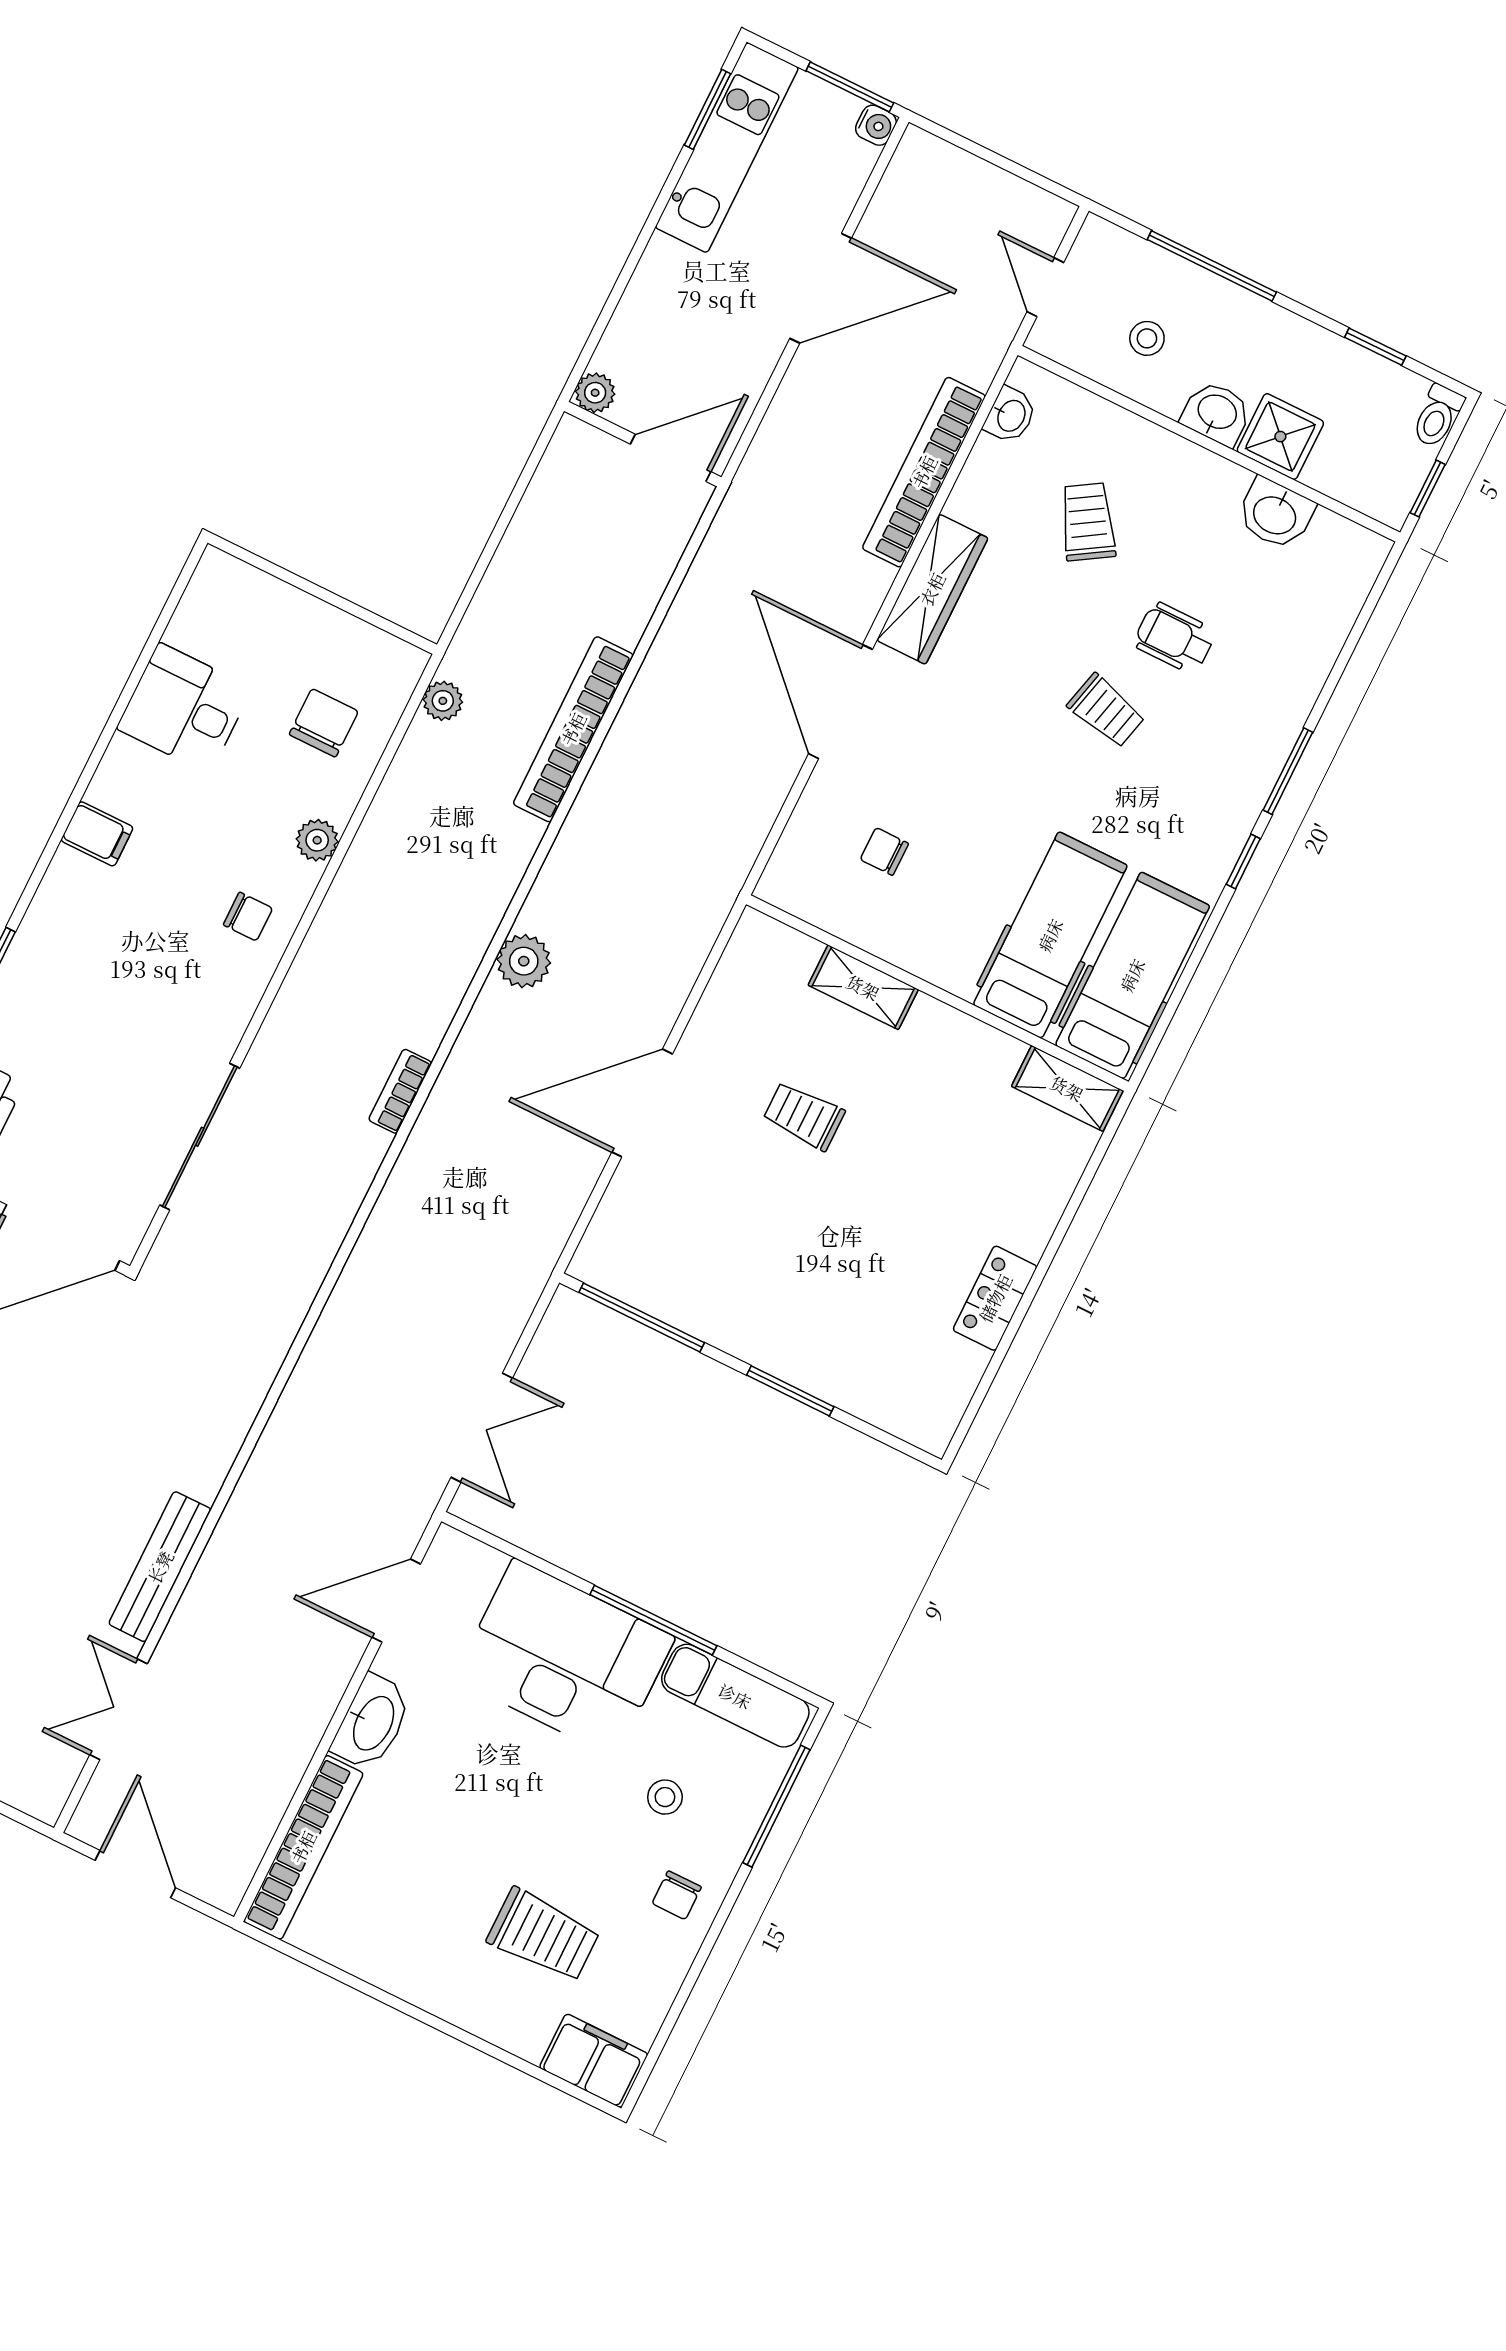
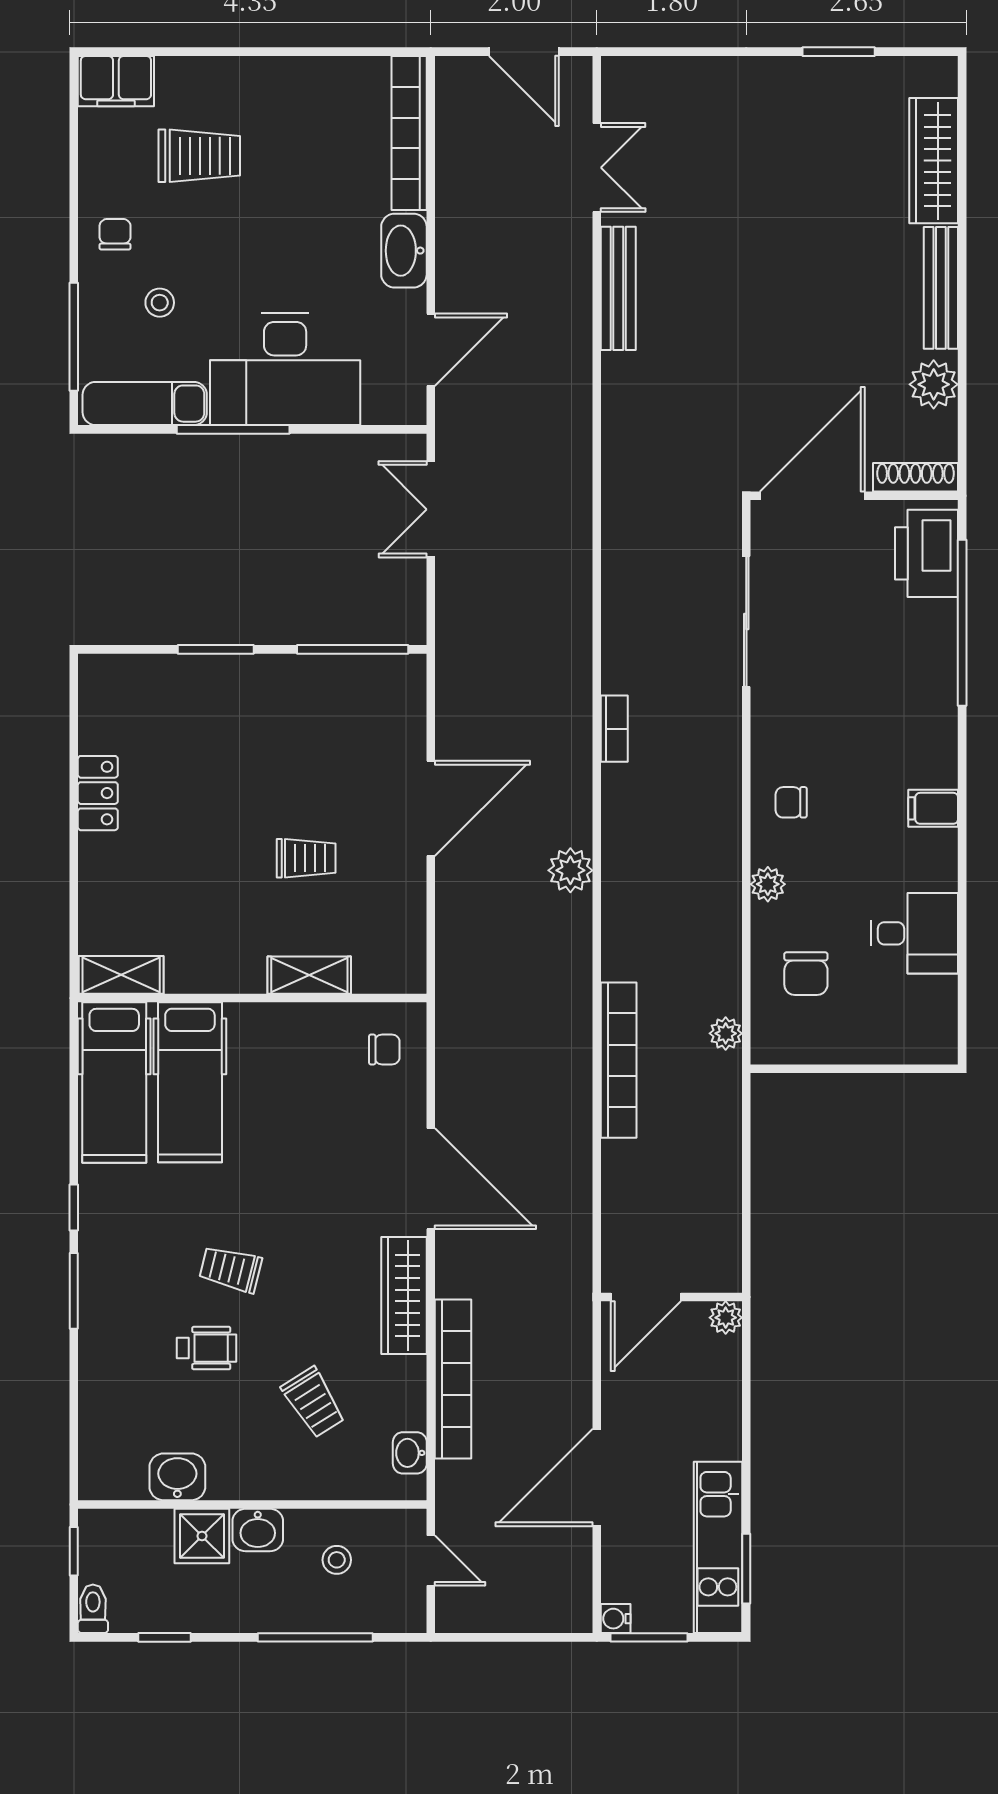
chair: (884, 852) -> (384, 1050), moved
trolley: (543, 1935) -> (199, 156), turned 180

